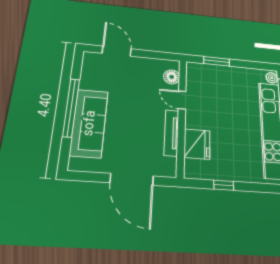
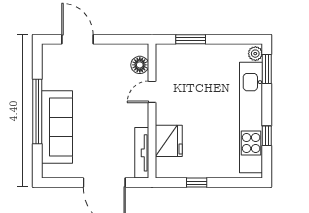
door: (182, 100) -> (152, 92), hinge flipped
tv unit: (171, 133) -> (142, 153), moved

